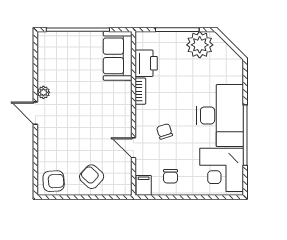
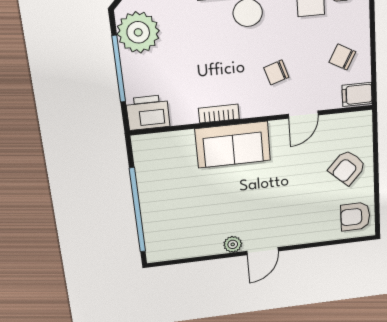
sofa: (118, 56) -> (233, 145), moved
printer: (146, 63) -> (148, 113), moved
chair: (171, 176) -> (342, 57), turned -151
armchair: (54, 181) -> (355, 217), turned -87

